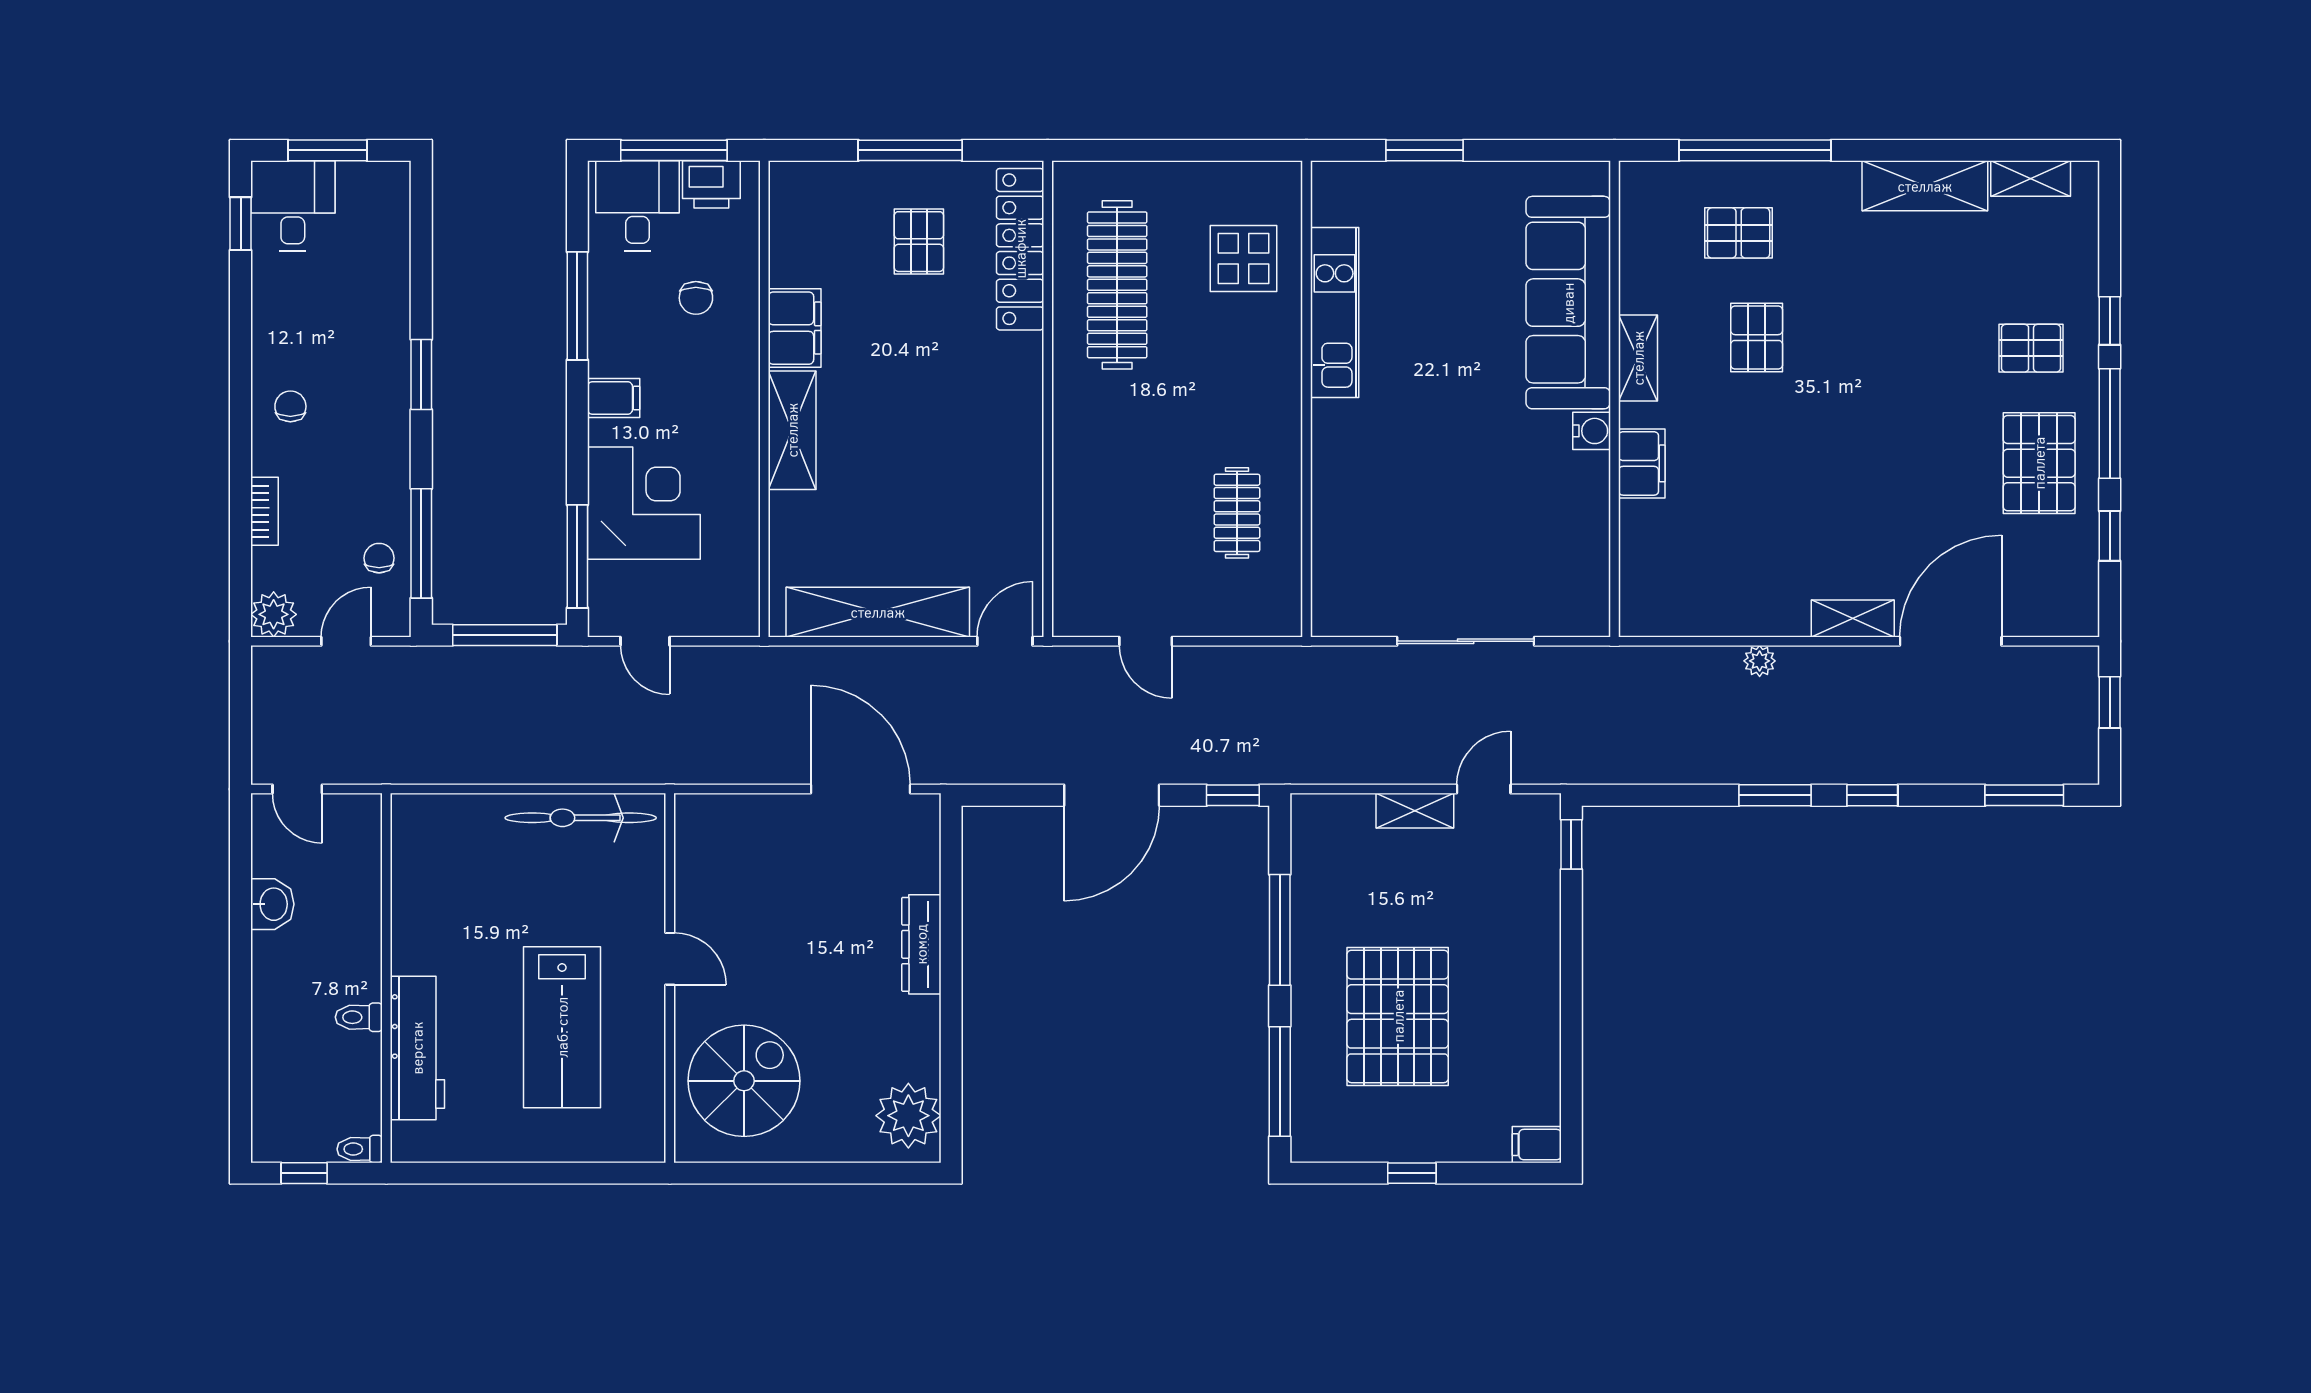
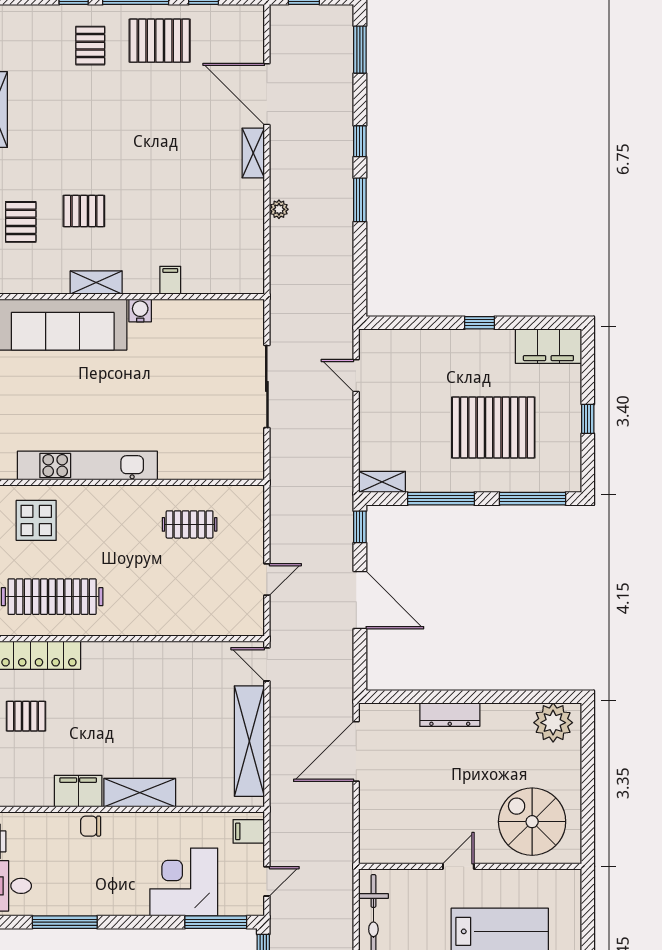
chair: (696, 298) -> (91, 826), moved, turned 180
kitchen unit: (1335, 312) -> (87, 466), width x1.36
filing cabinet: (614, 398) -> (249, 831), moved, turned -90
filing cabinet: (1642, 463) -> (170, 280), width x0.50
shelving: (1415, 811) -> (382, 482), moved, turned 90
window: (1571, 844) -> (480, 323), moved
filing cabinet: (1537, 1145) -> (548, 346), width x3.00, depth x1.17

